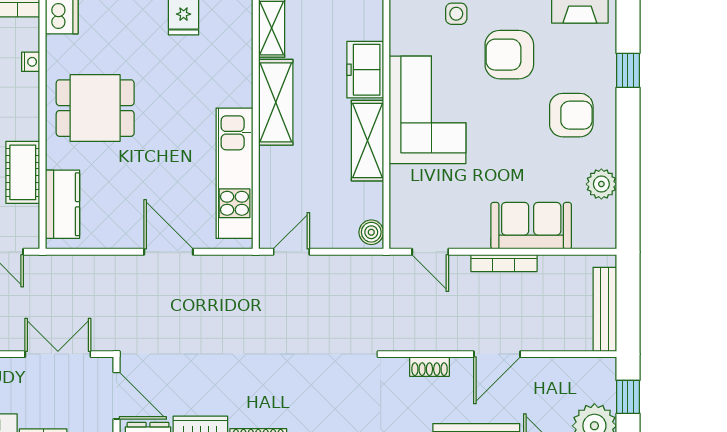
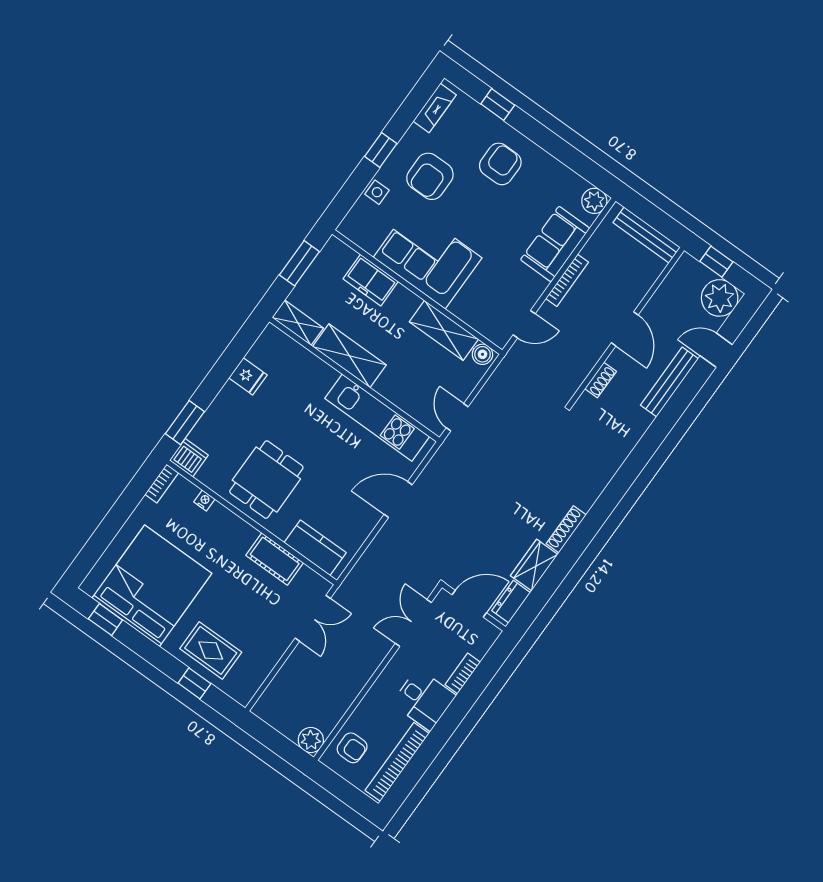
shelving: (367, 141) -> (444, 330), moved
plant: (601, 184) -> (594, 201), moved

